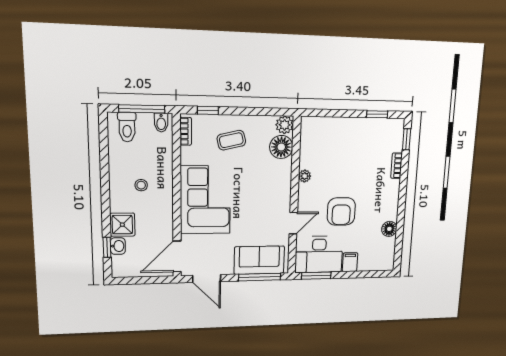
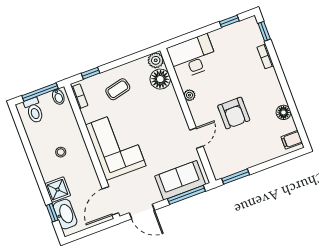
washbasin: (118, 246) -> (65, 214), width x1.91, depth x1.45
desk: (319, 254) -> (192, 57), moved, turned 180
filing cabinet: (350, 262) -> (292, 140), moved, turned -90

